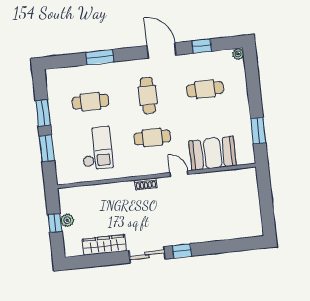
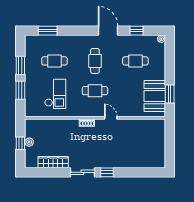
window: (100, 57) -> (48, 31), moved
booth: (213, 153) -> (155, 96), moved, turned 90

